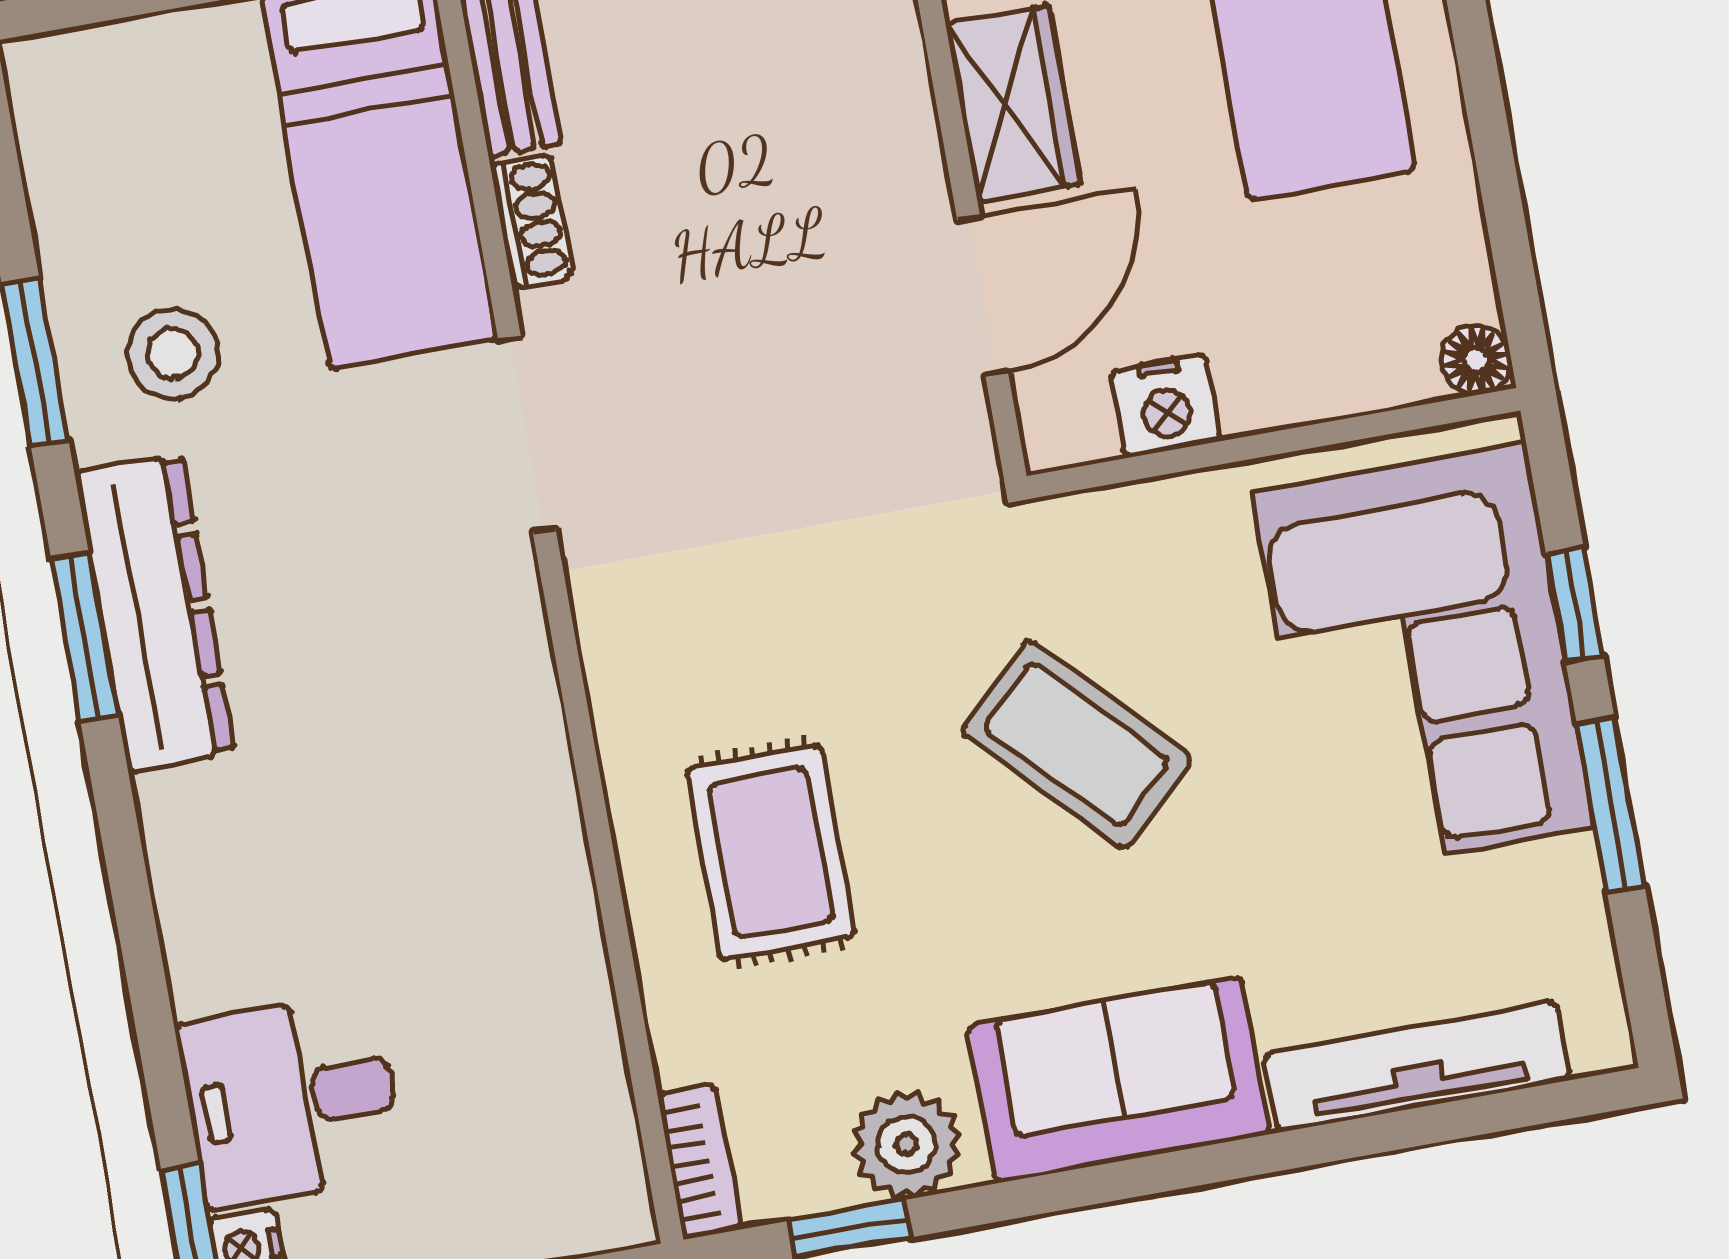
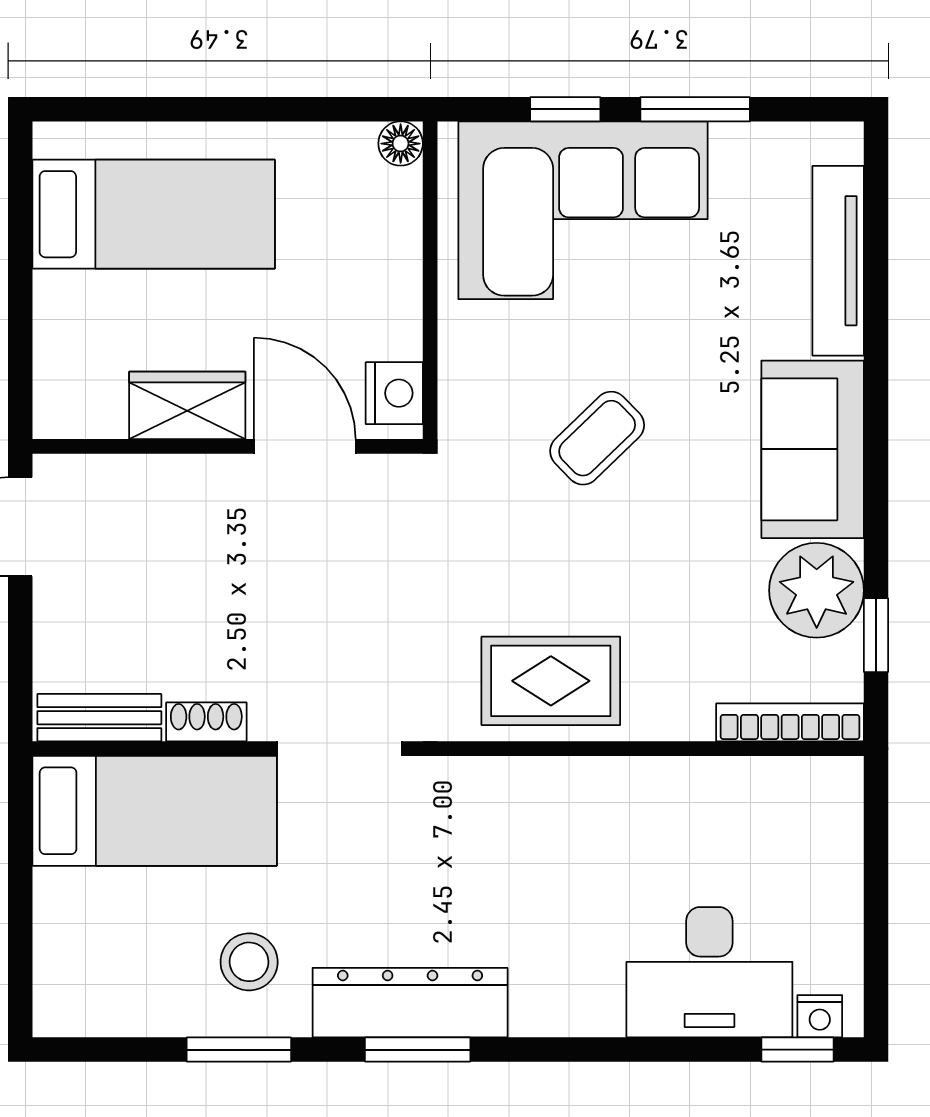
nightstand: (1166, 406) -> (394, 393), moved
coffee table: (1077, 745) -> (597, 438), width x0.73, depth x0.77
rug: (771, 853) -> (551, 681), moved
desk: (291, 1100) -> (709, 972), width x1.37
plant: (906, 1144) -> (817, 590), width x1.36, depth x1.36
bookcase: (699, 1162) -> (790, 722), width x1.56

